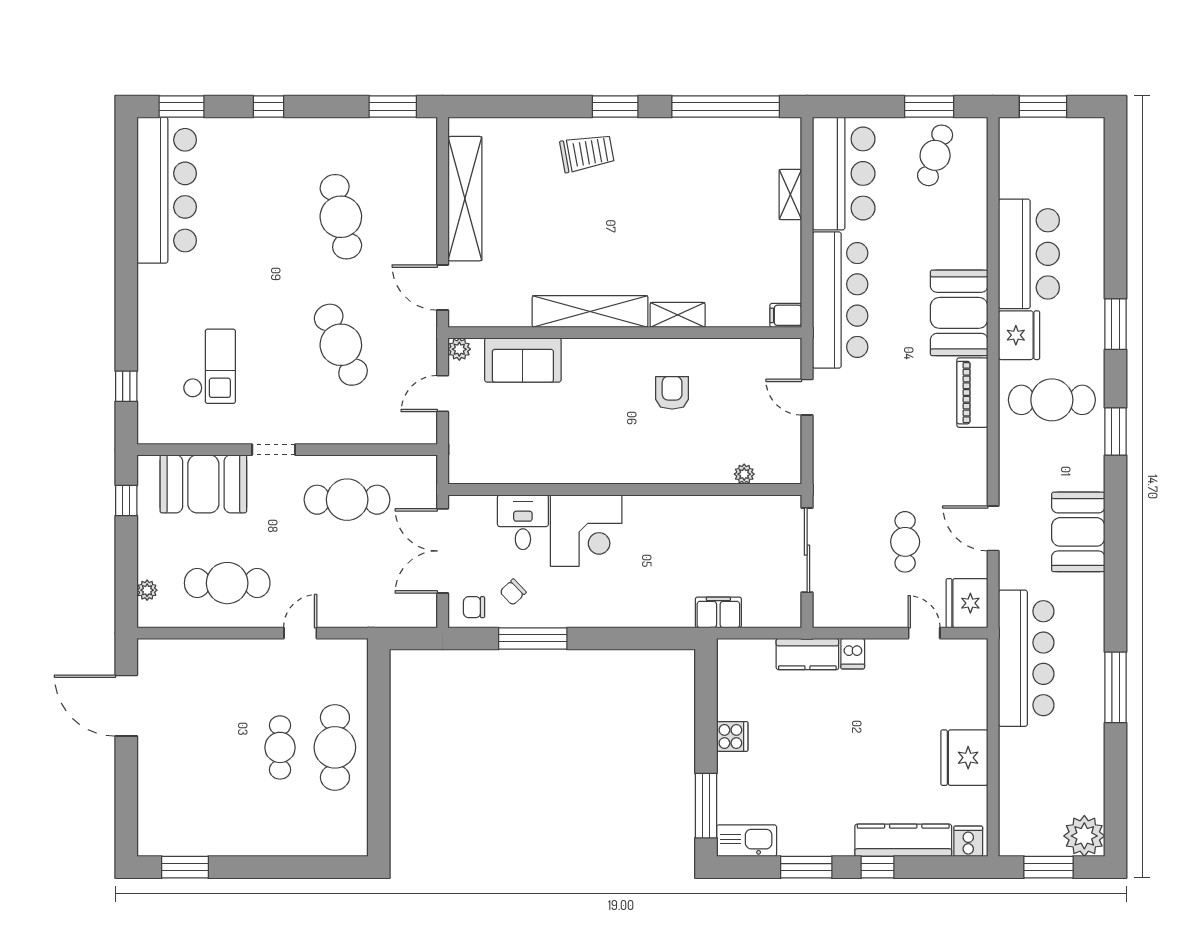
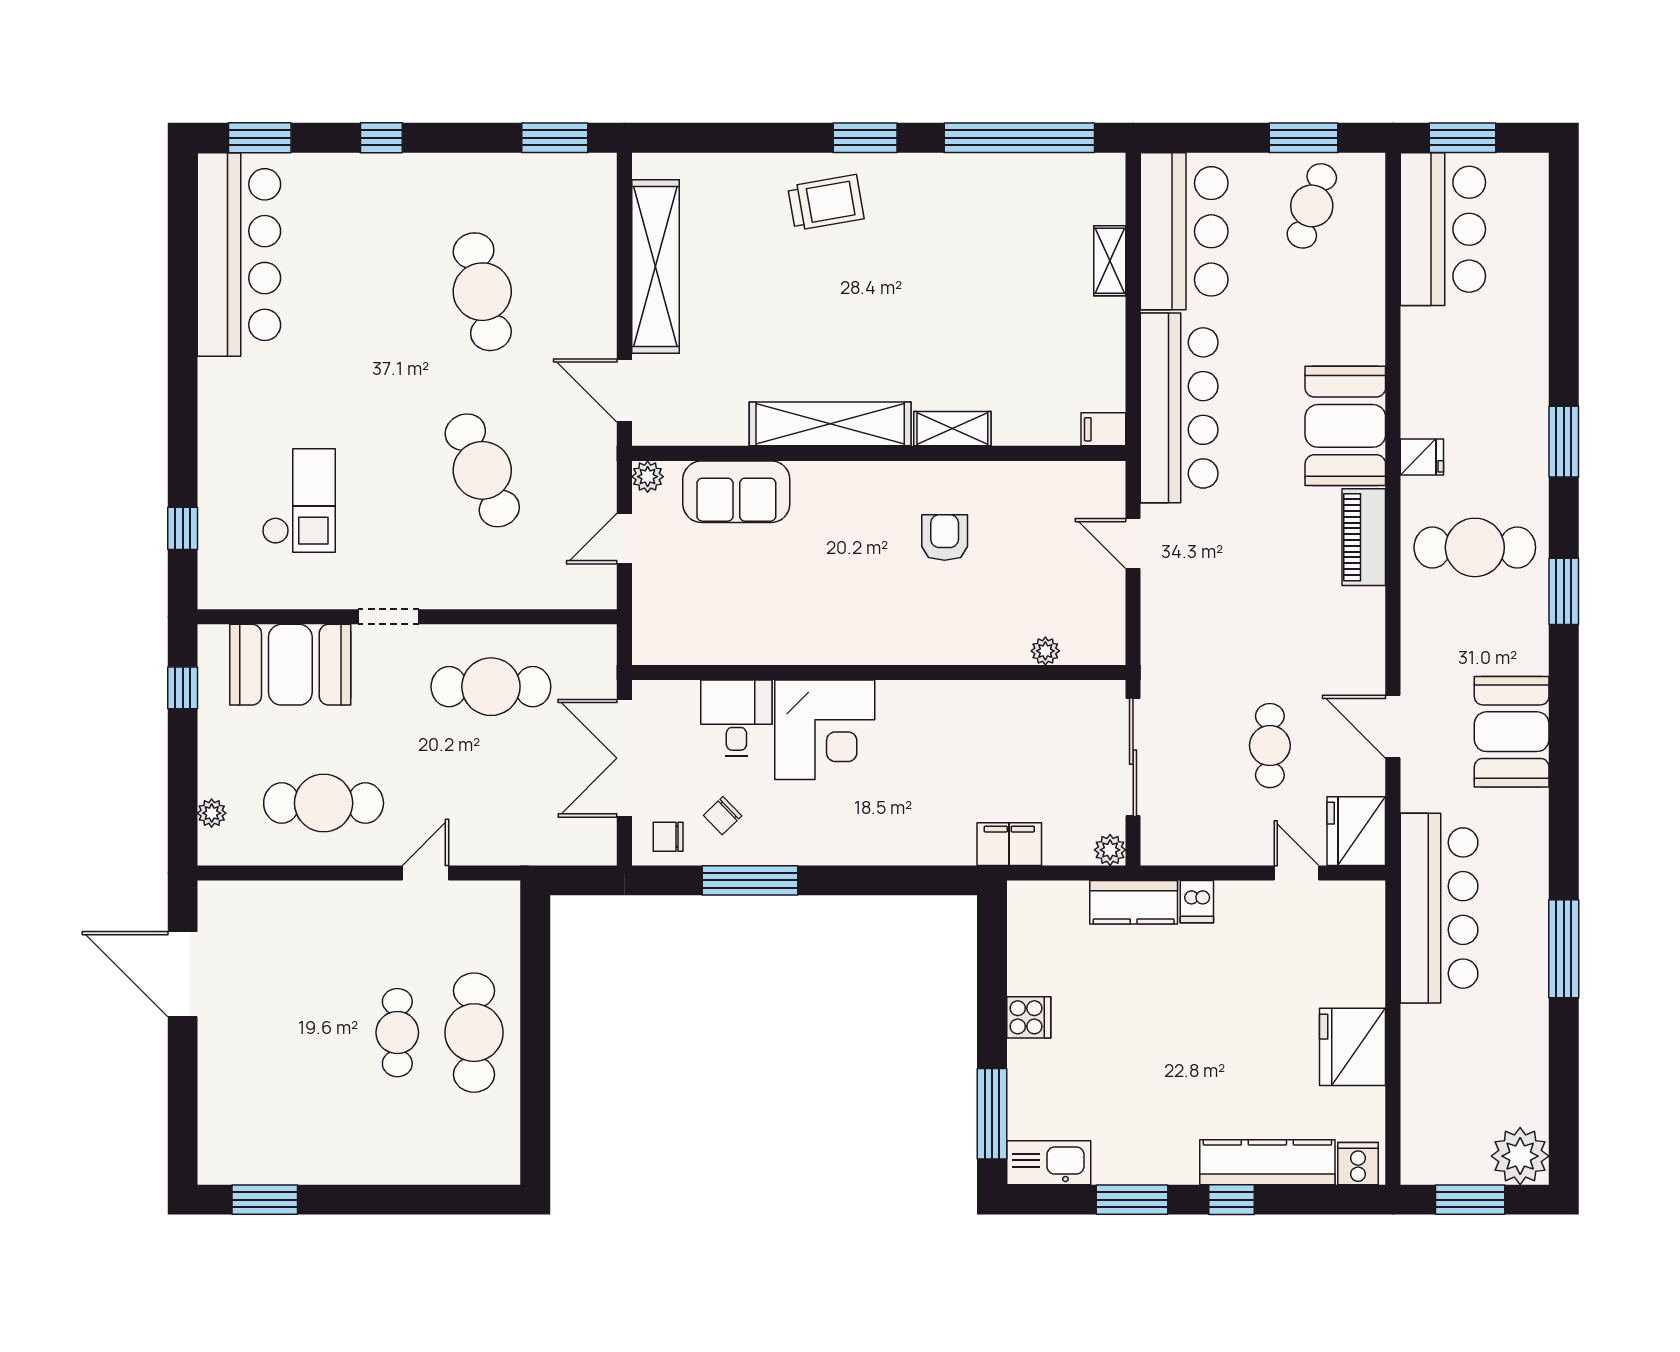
bar counter: (1029, 254) -> (1443, 229), moved
fridge: (1019, 335) -> (1422, 457), width x0.53, depth x0.75
plant: (791, 617) -> (1110, 850), added

